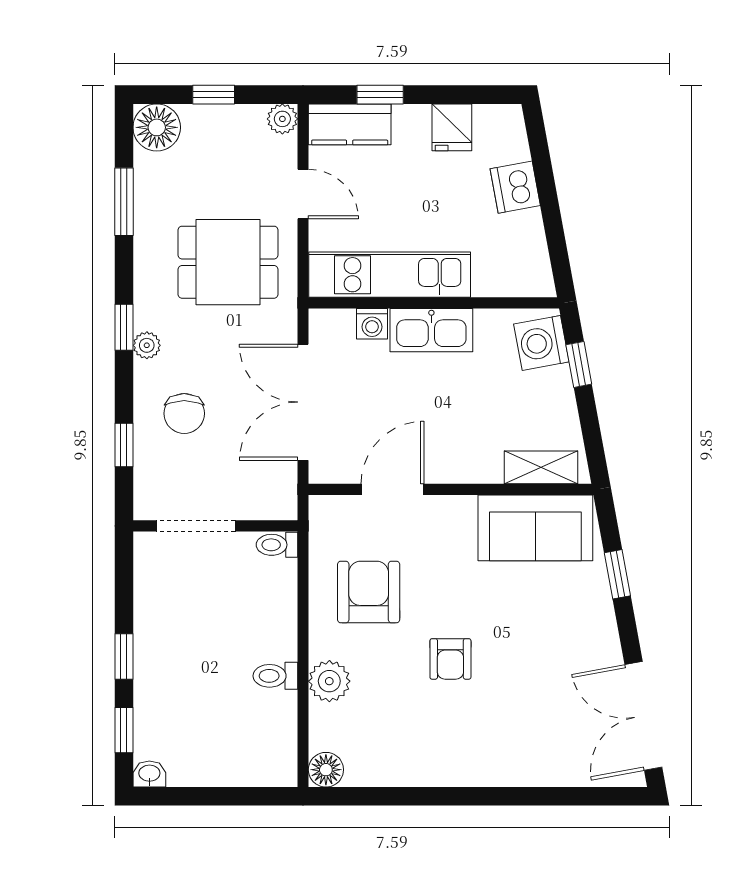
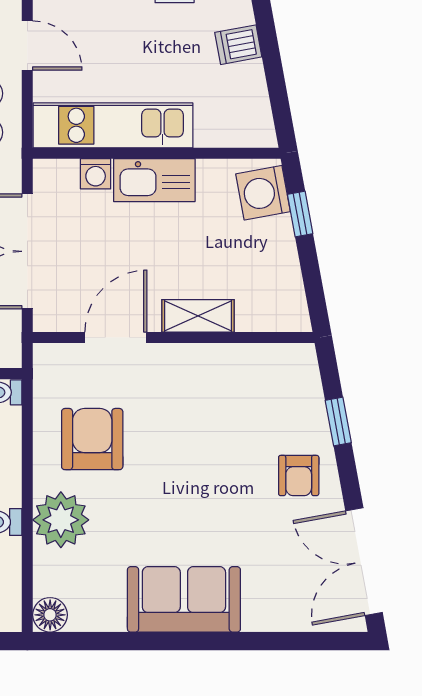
dishwasher: (515, 187) -> (238, 45), width x0.73
shelving: (541, 467) -> (198, 316), moved
sofa: (535, 528) -> (184, 599), moved, turned 180
armchair: (450, 659) -> (299, 475), moved
plant: (329, 681) -> (61, 520), width x1.36, depth x1.36

